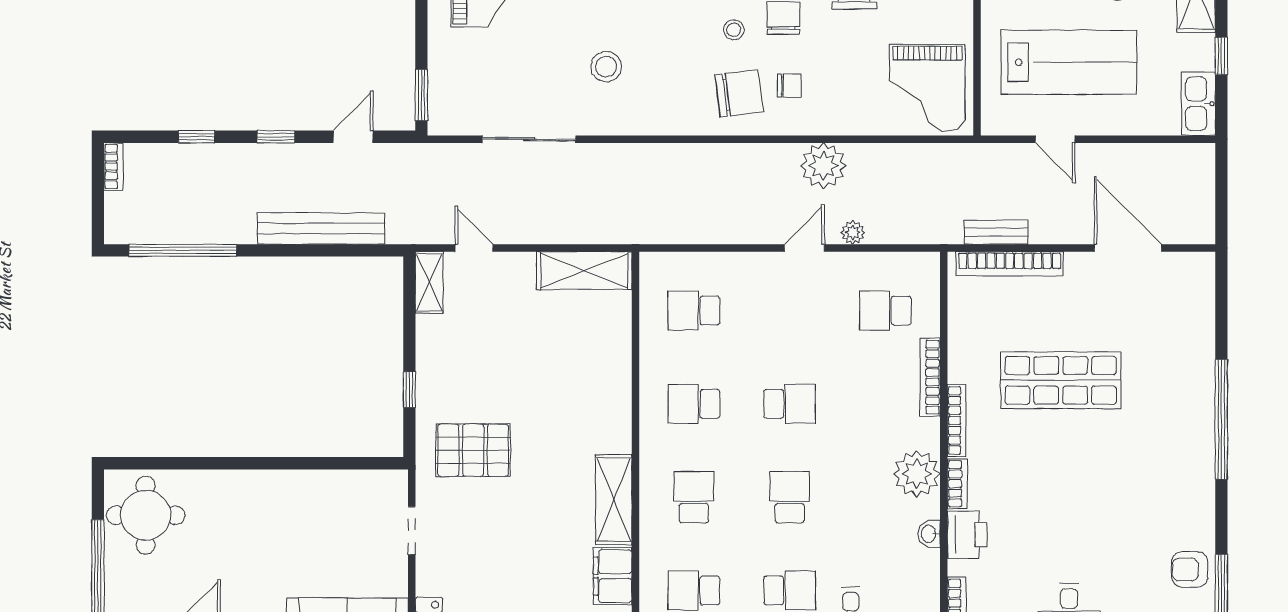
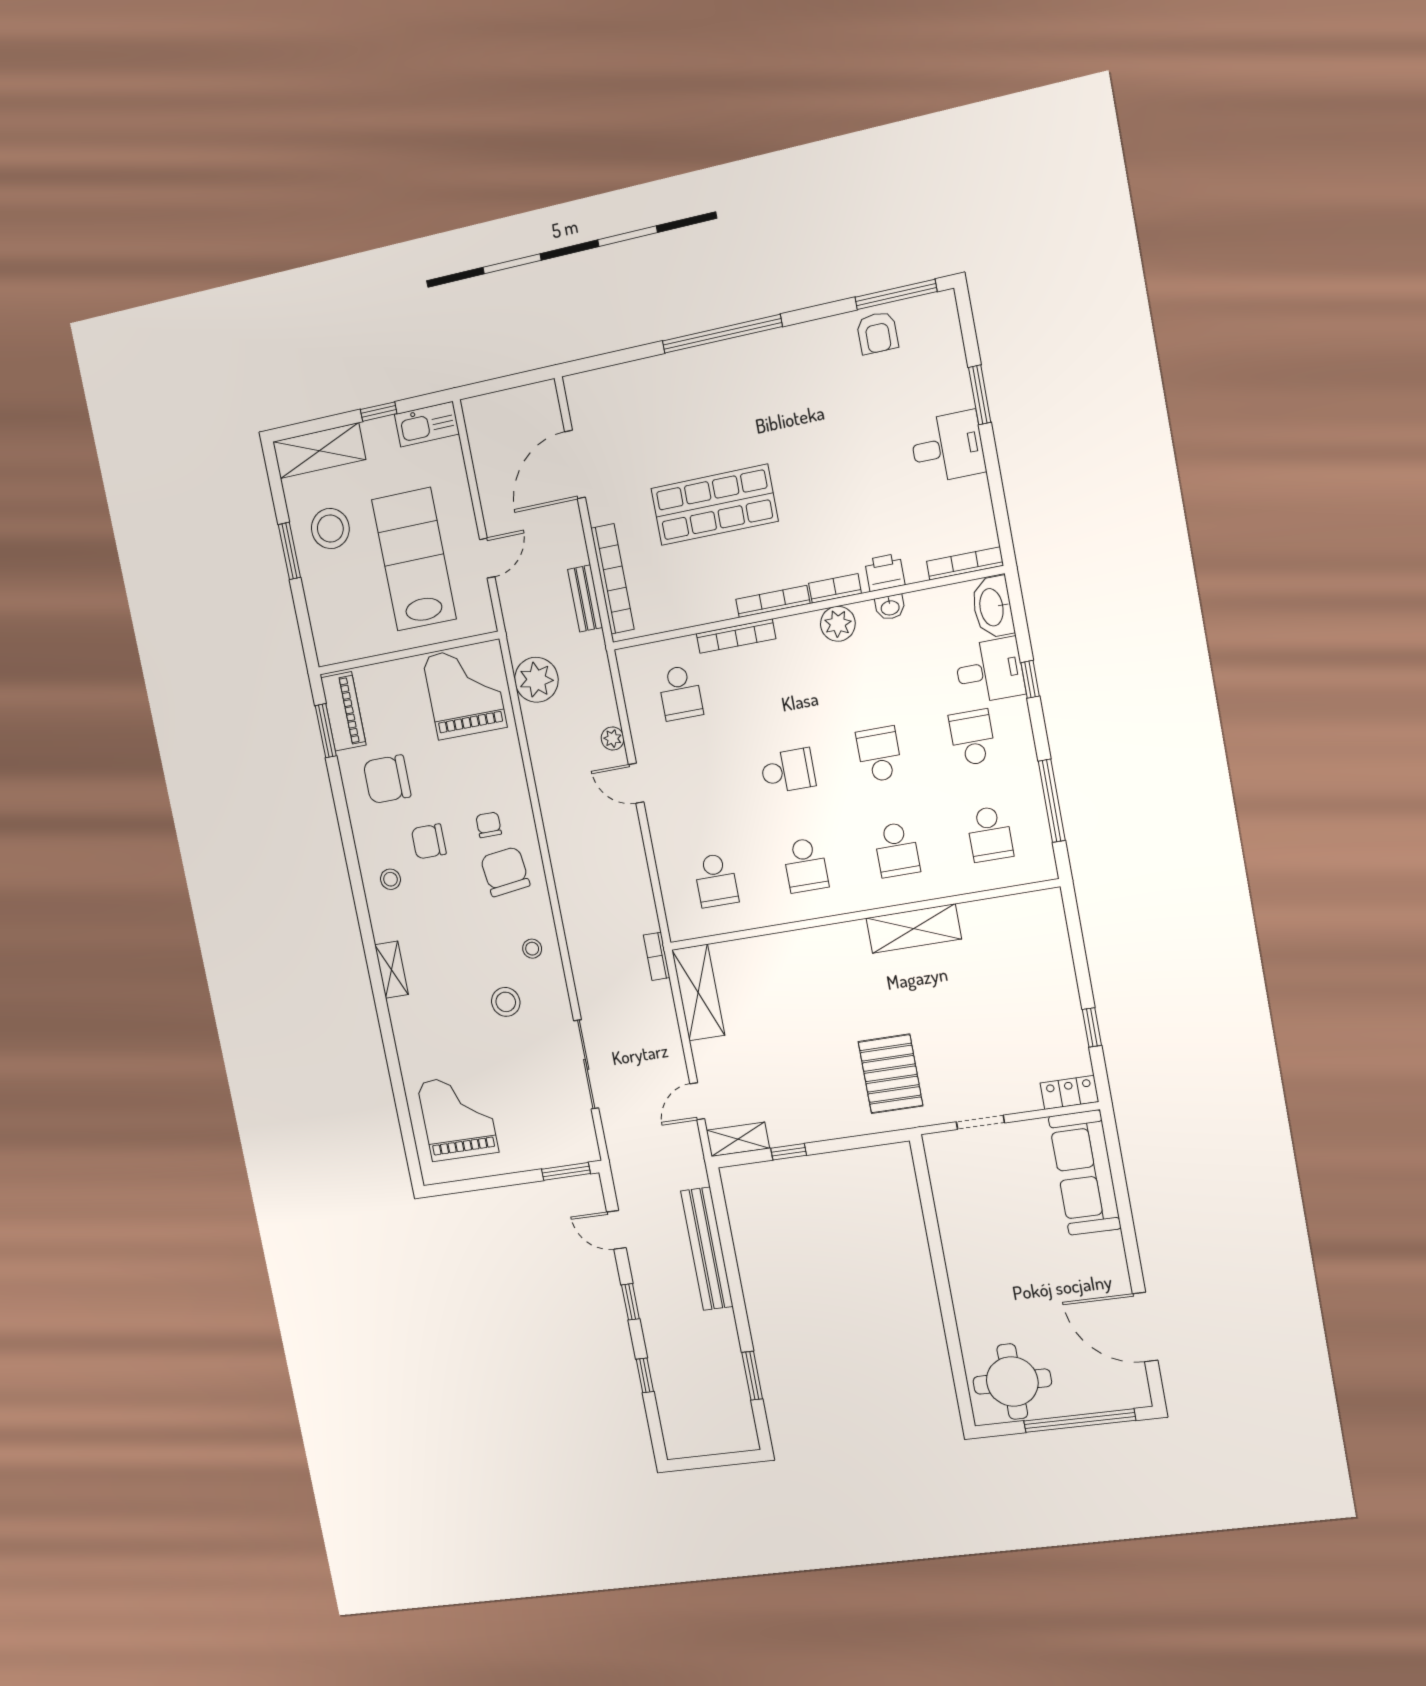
stool: (734, 30) -> (532, 949), moved
grand piano: (927, 88) -> (465, 692), turned -90
plant: (823, 166) -> (536, 680), moved
bookcase: (113, 167) -> (657, 956), moved, turned -90
window: (183, 250) -> (752, 1376), width x0.47
shop shelf: (1061, 380) -> (714, 505), turned 90
window: (409, 390) -> (789, 1152), moved
school desk: (790, 404) -> (788, 771), turned 90
plant: (917, 474) -> (838, 624), width x0.73, depth x0.73
school desk: (694, 497) -> (897, 850), turned -90
school desk: (790, 497) -> (879, 754), turned 90
printer: (967, 535) -> (885, 572), width x0.73, depth x0.81
filing cabinet: (613, 576) -> (990, 917), removed

